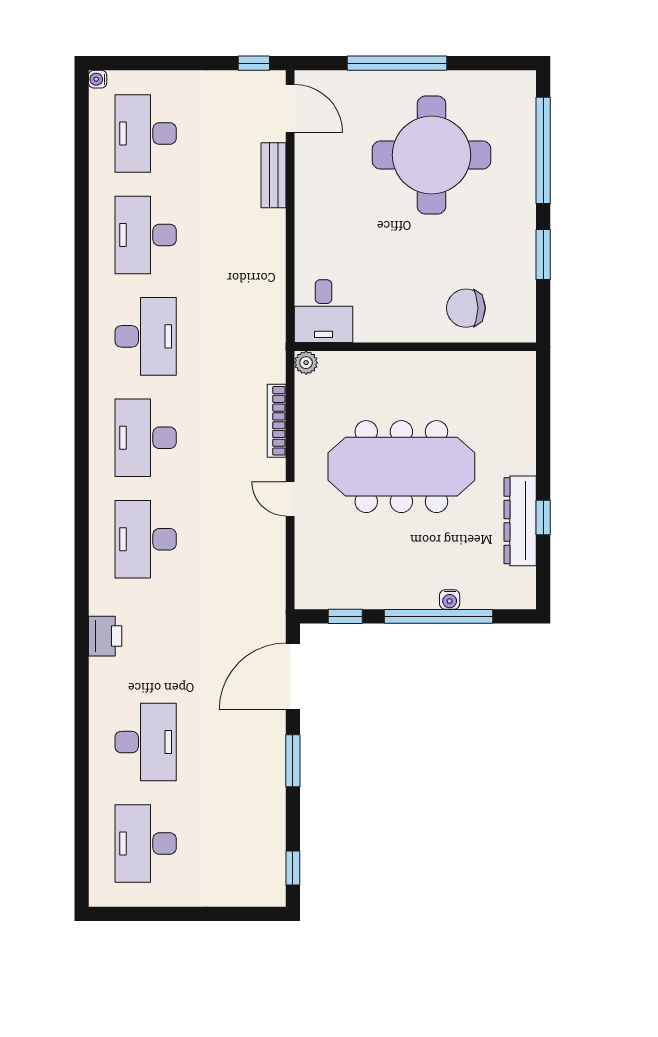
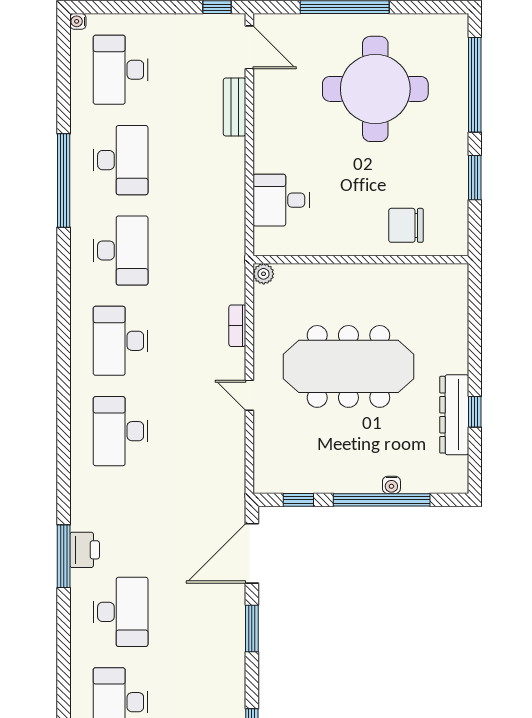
desk: (146, 235) -> (121, 160), turned 180
window: (82, 258) -> (64, 181), added
desk: (324, 311) -> (281, 200), moved, turned 90
bookcase: (277, 421) -> (237, 326), width x0.64
printer: (105, 636) -> (85, 550), moved
window: (82, 680) -> (64, 556), added

